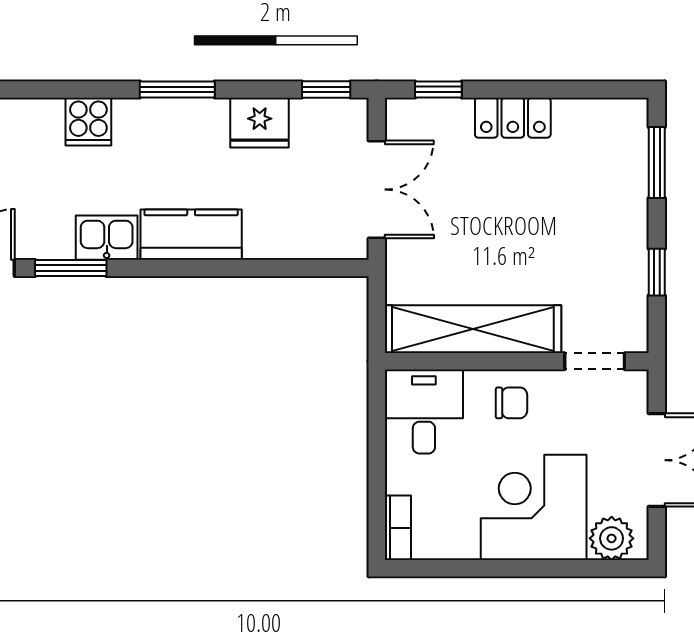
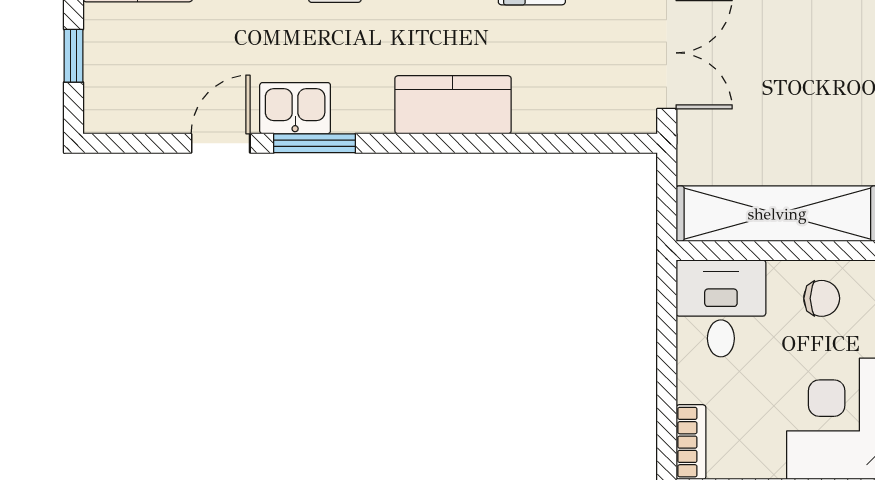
kitchen sink: (107, 238) -> (295, 108), moved

